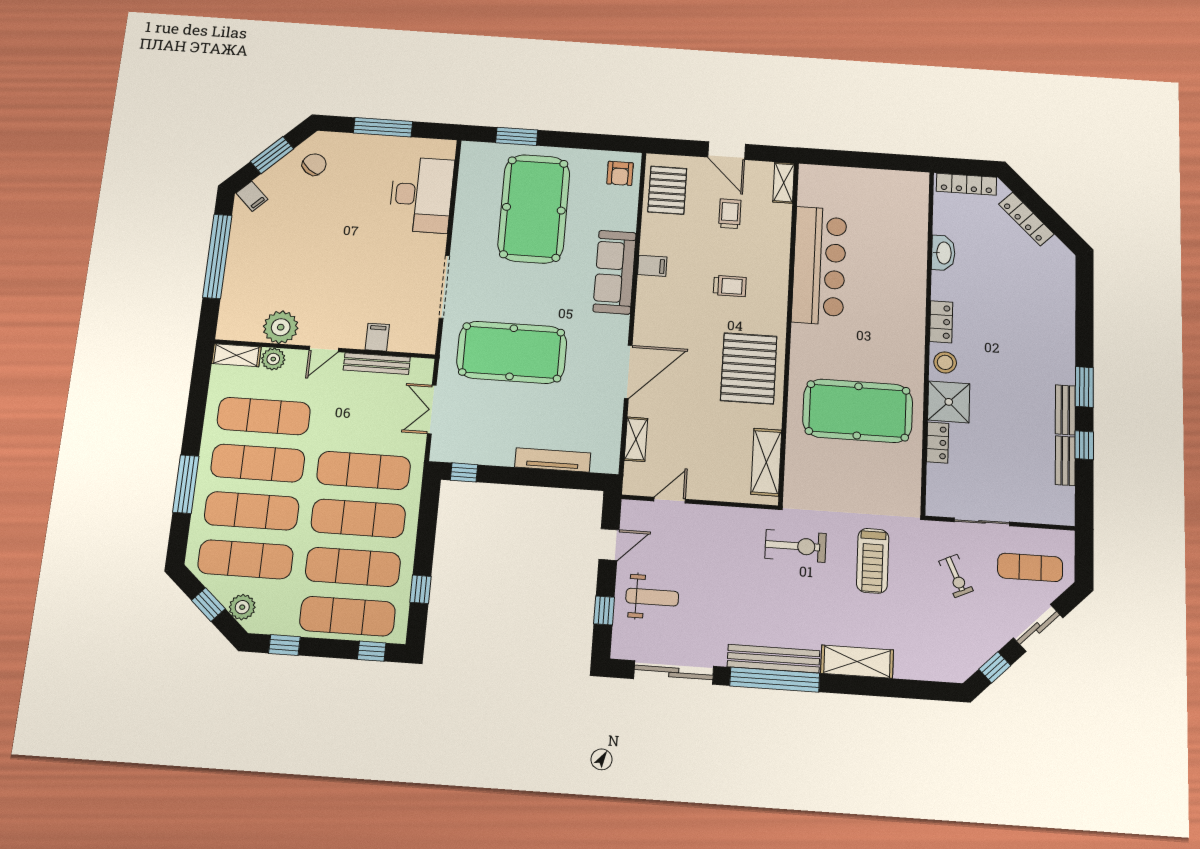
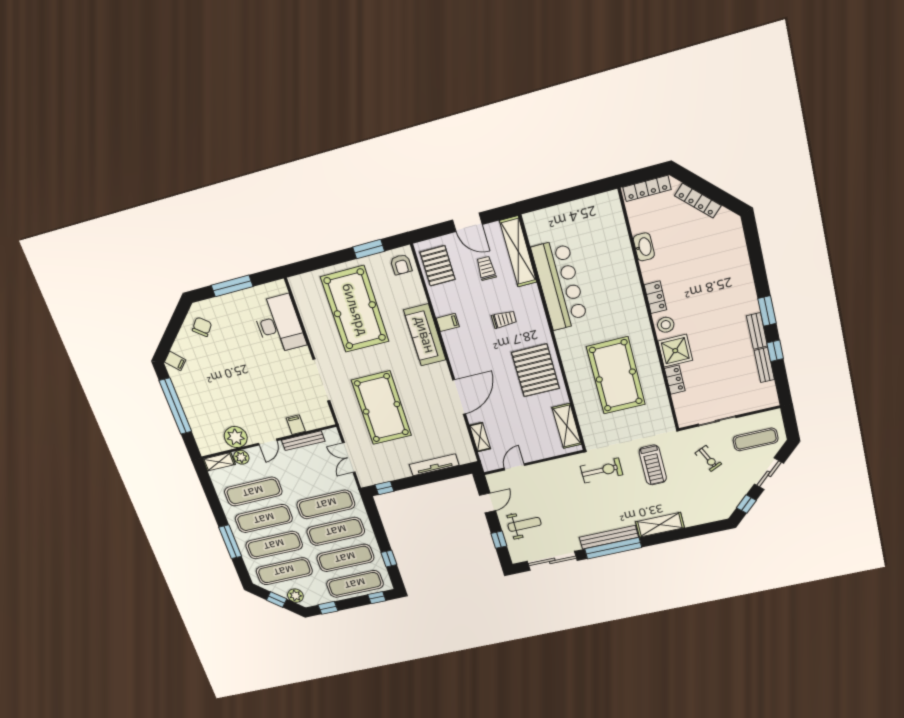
window: (517, 136) -> (369, 249), moved
window: (272, 155) -> (173, 330), removed
shelving: (784, 183) -> (518, 251), width x2.20, depth x1.33
pool table: (512, 352) -> (381, 408), turned 90
pool table: (858, 411) -> (616, 376), turned 90

